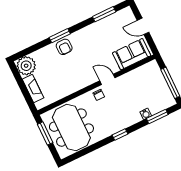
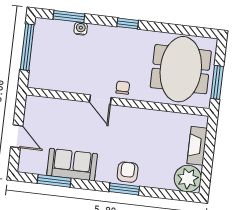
sofa: (132, 54) -> (72, 165), moved, turned 180

